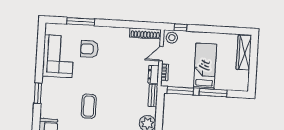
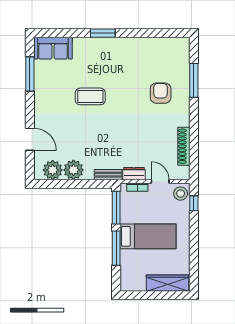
shoe rack: (145, 33) -> (184, 146), moved
corner sofa: (58, 56) -> (149, 55), removed

